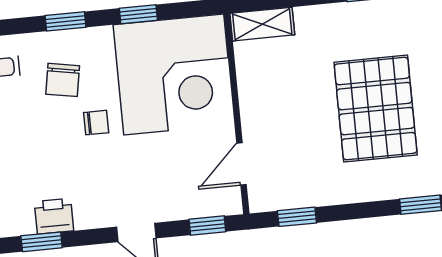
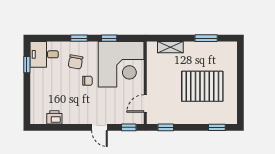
shelving: (262, 24) -> (170, 47), moved
pallet: (376, 109) -> (202, 86), turned 90
printer: (54, 216) -> (54, 117), moved
window: (42, 242) -> (60, 127), removed

